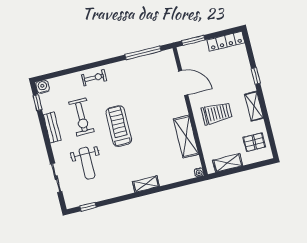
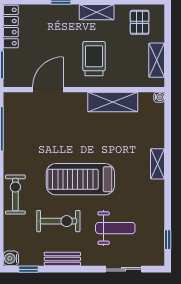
exercise bike: (94, 78) -> (15, 194), width x1.38, depth x1.39
treadmill: (119, 126) -> (80, 179), width x1.37, depth x1.38

